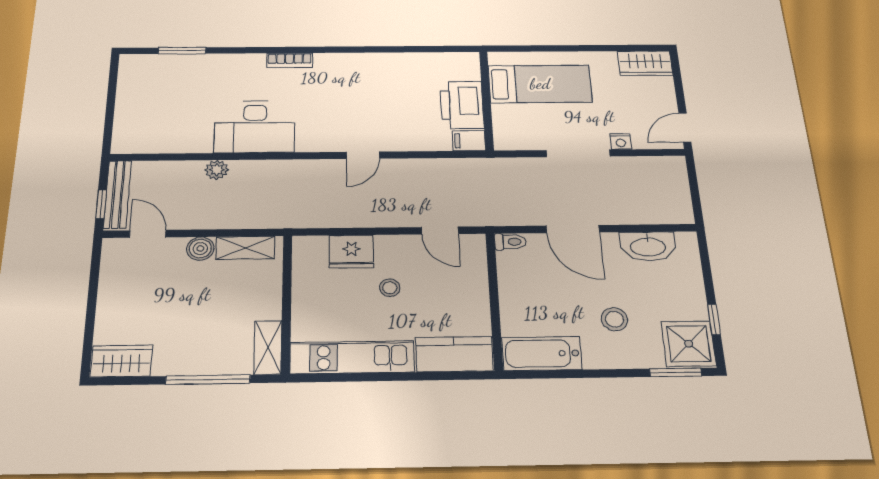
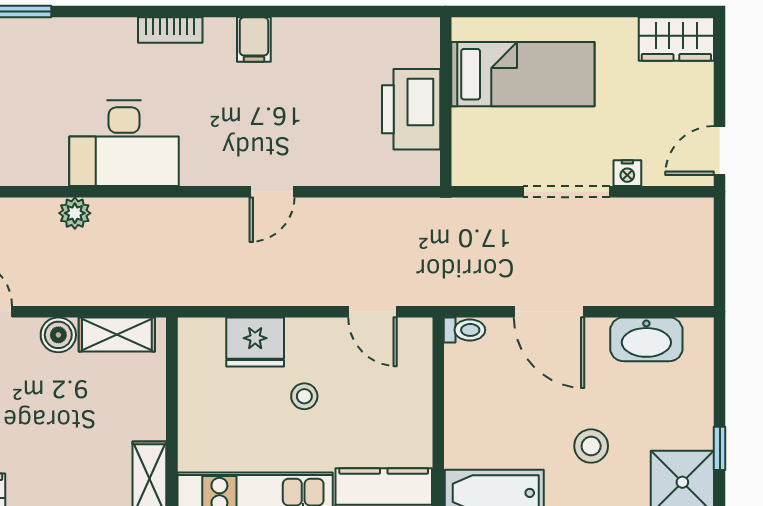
filing cabinet: (469, 141) -> (254, 40), moved, turned -90

